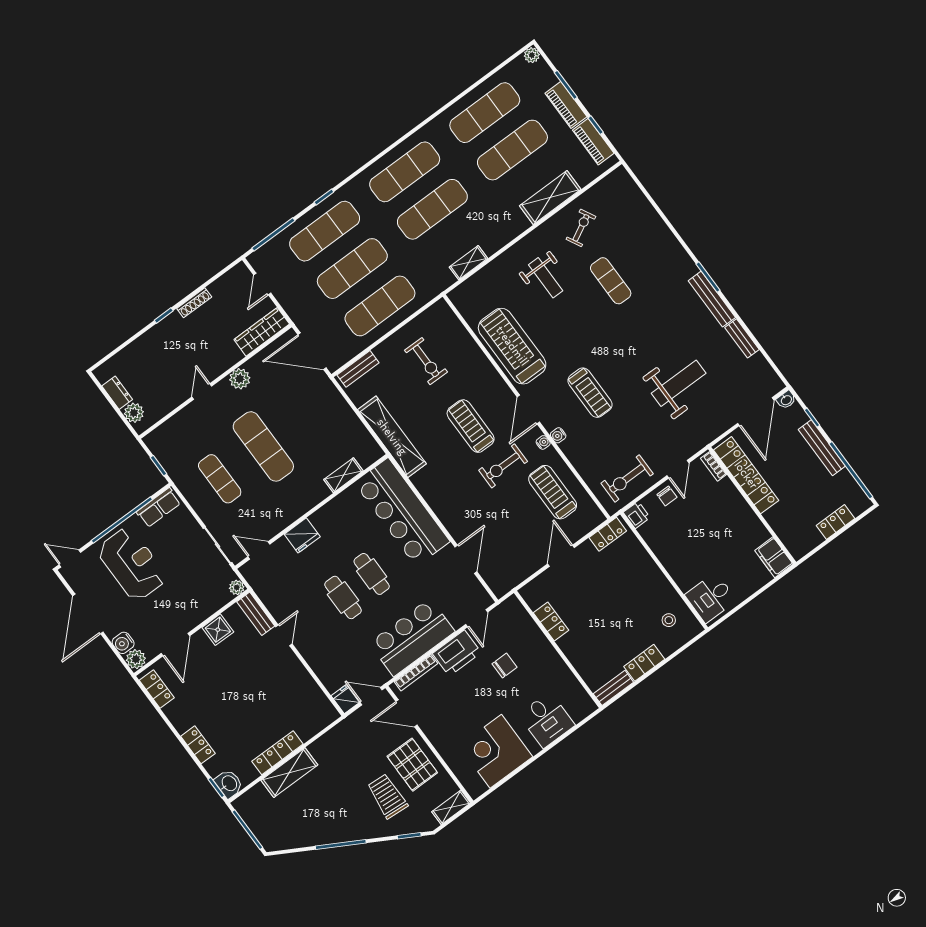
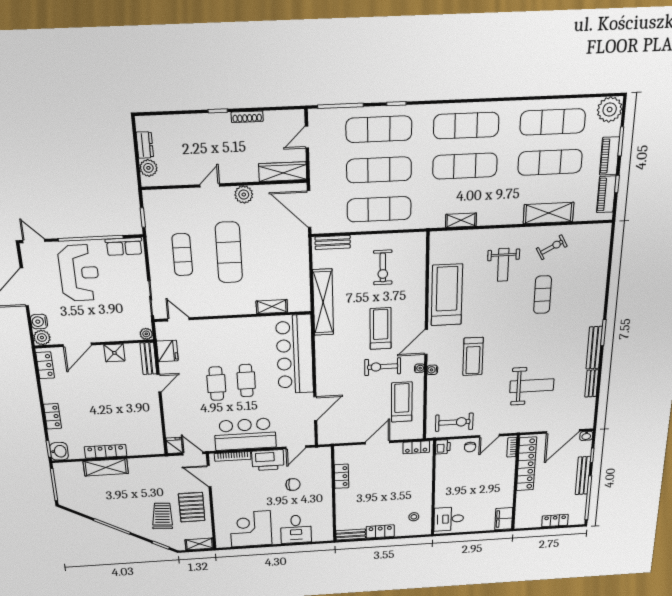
plant: (532, 55) -> (610, 110), width x1.87, depth x1.87
exercise bike: (627, 478) -> (454, 422), turned 180
fridge: (302, 535) -> (167, 351), moved, turned -90

